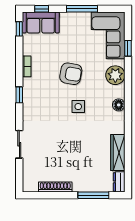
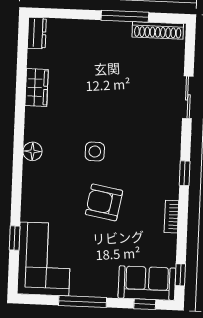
plant: (115, 75) -> (36, 197), removed
wardrobe: (118, 153) -> (37, 87), width x0.67
shoe rack: (55, 187) -> (158, 30), moved
window: (93, 195) -> (125, 16), moved

